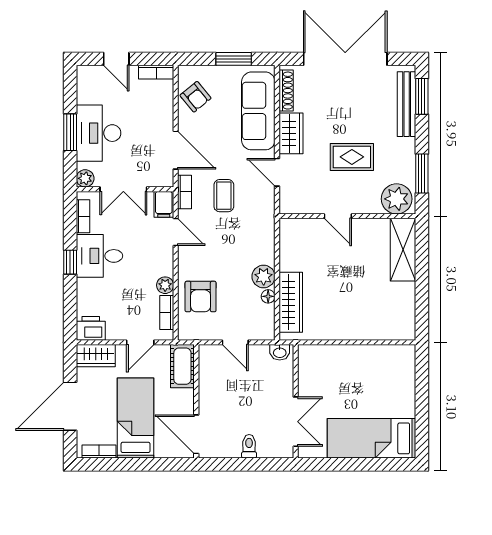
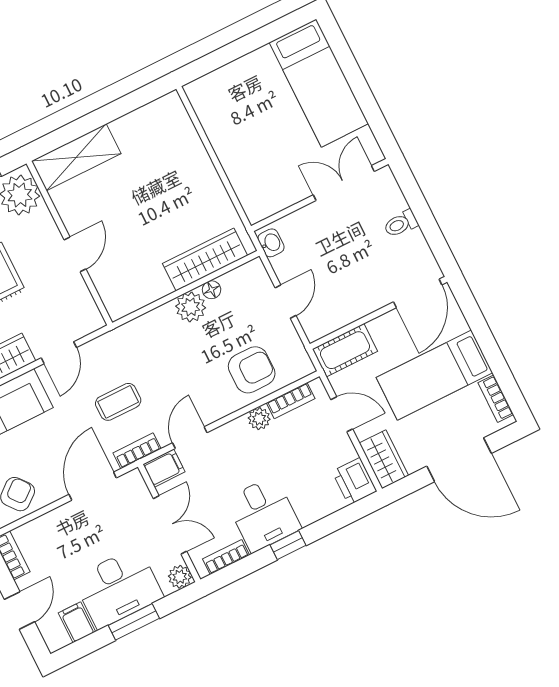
filing cabinet: (89, 94) -> (77, 622), added

